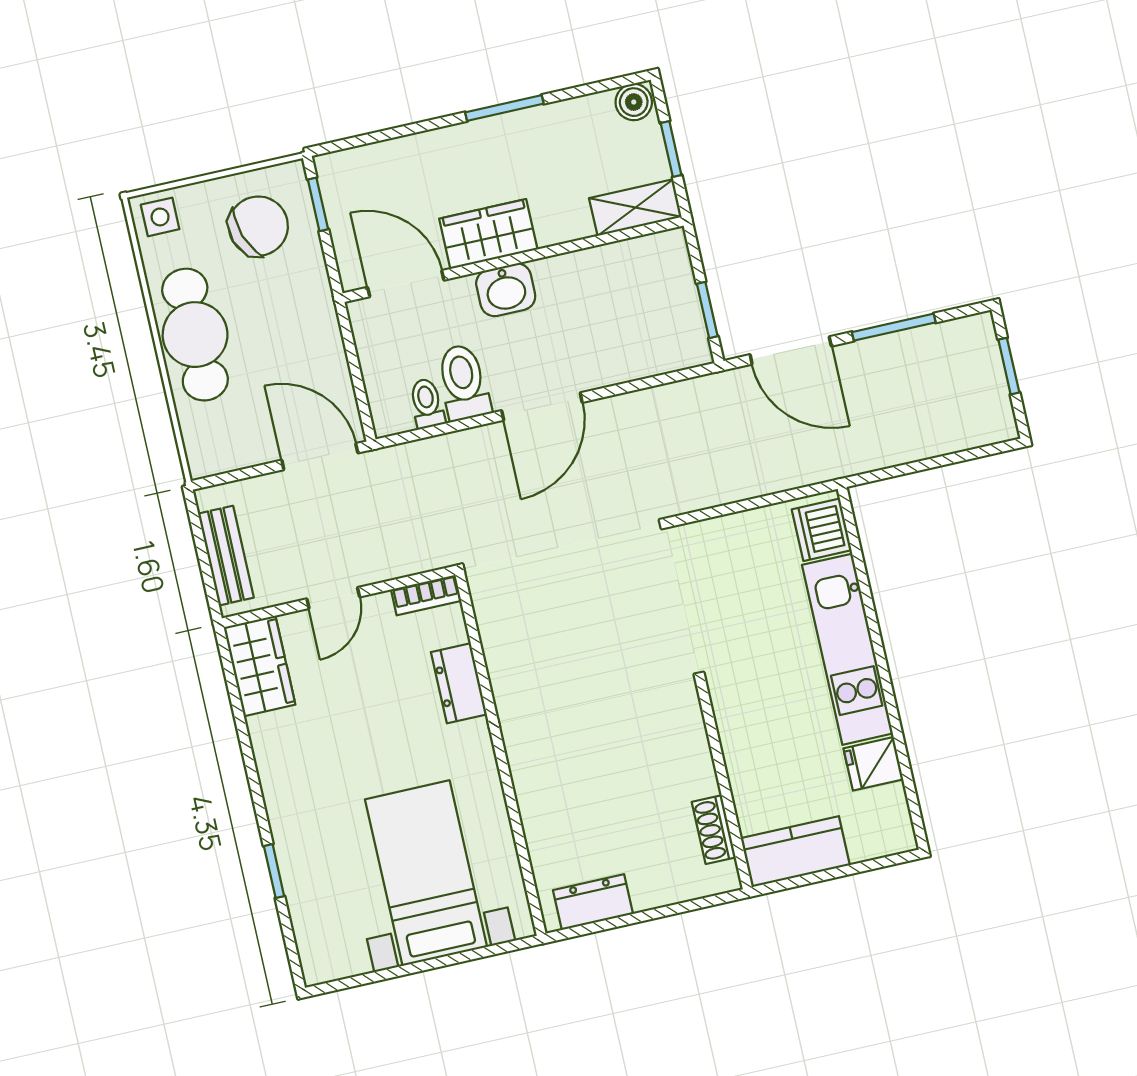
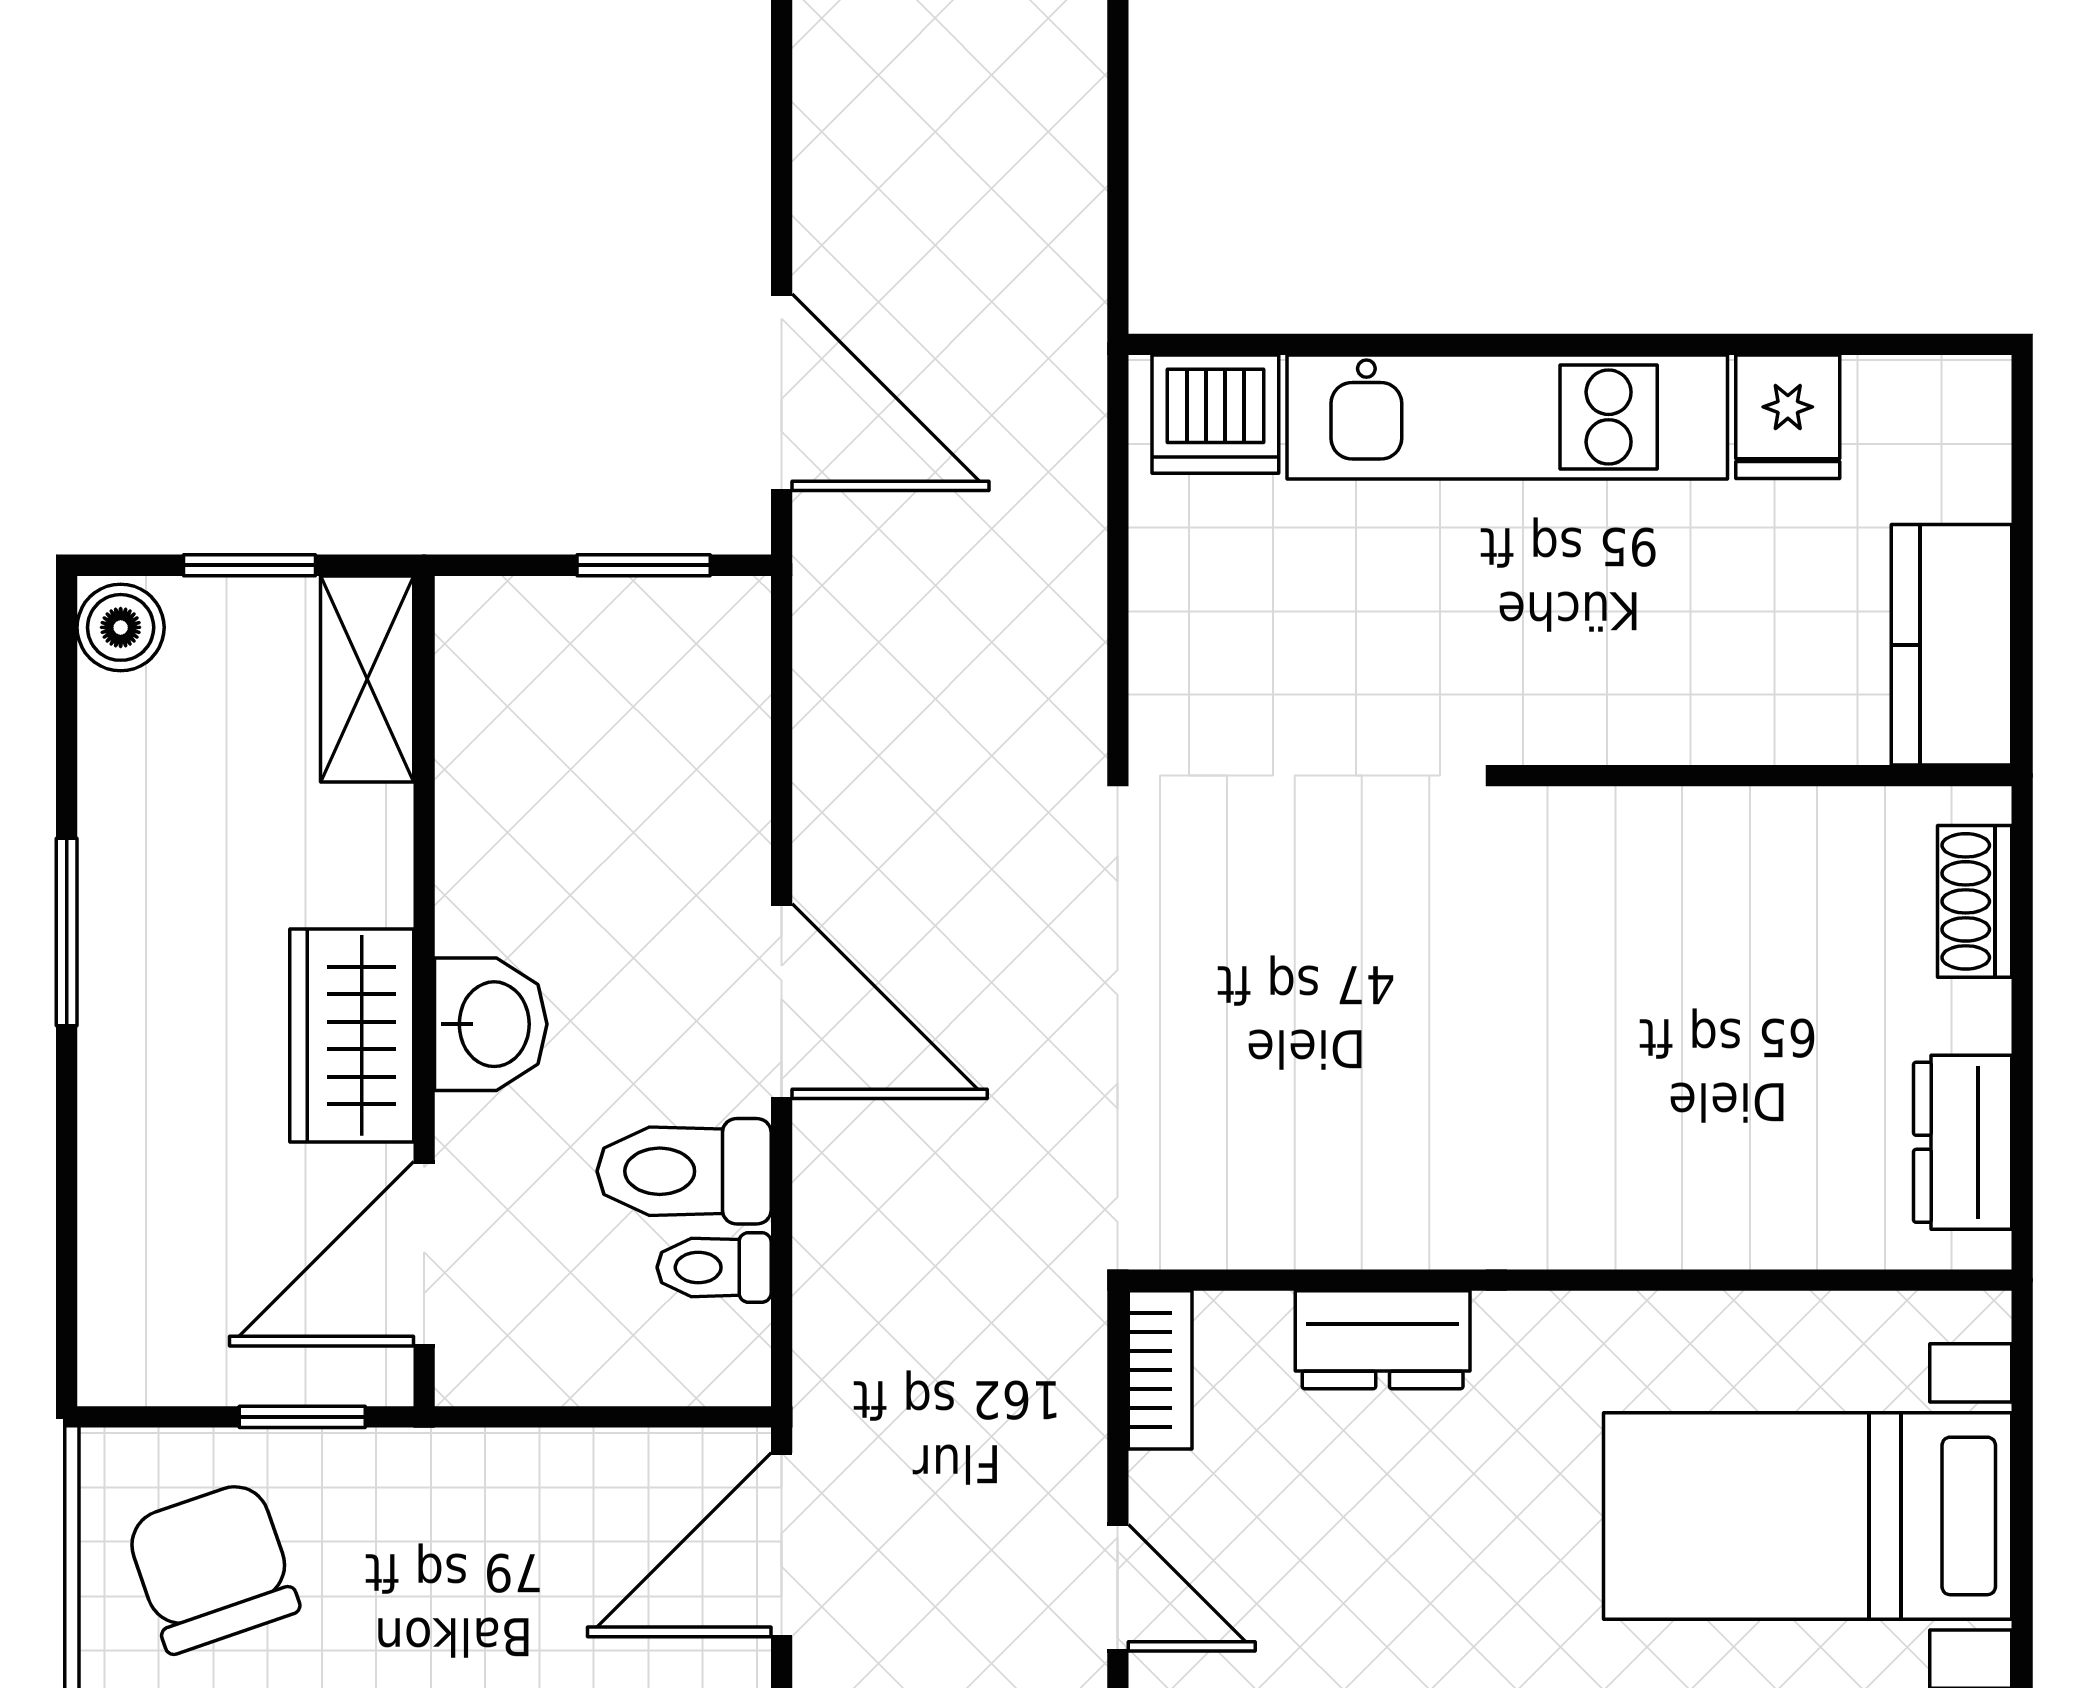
window: (318, 204) -> (302, 1417), moved
window: (894, 327) -> (782, 140), removed
door: (791, 350) -> (782, 392), hinge flipped
shoe rack: (714, 830) -> (1975, 901), moved, turned 90

